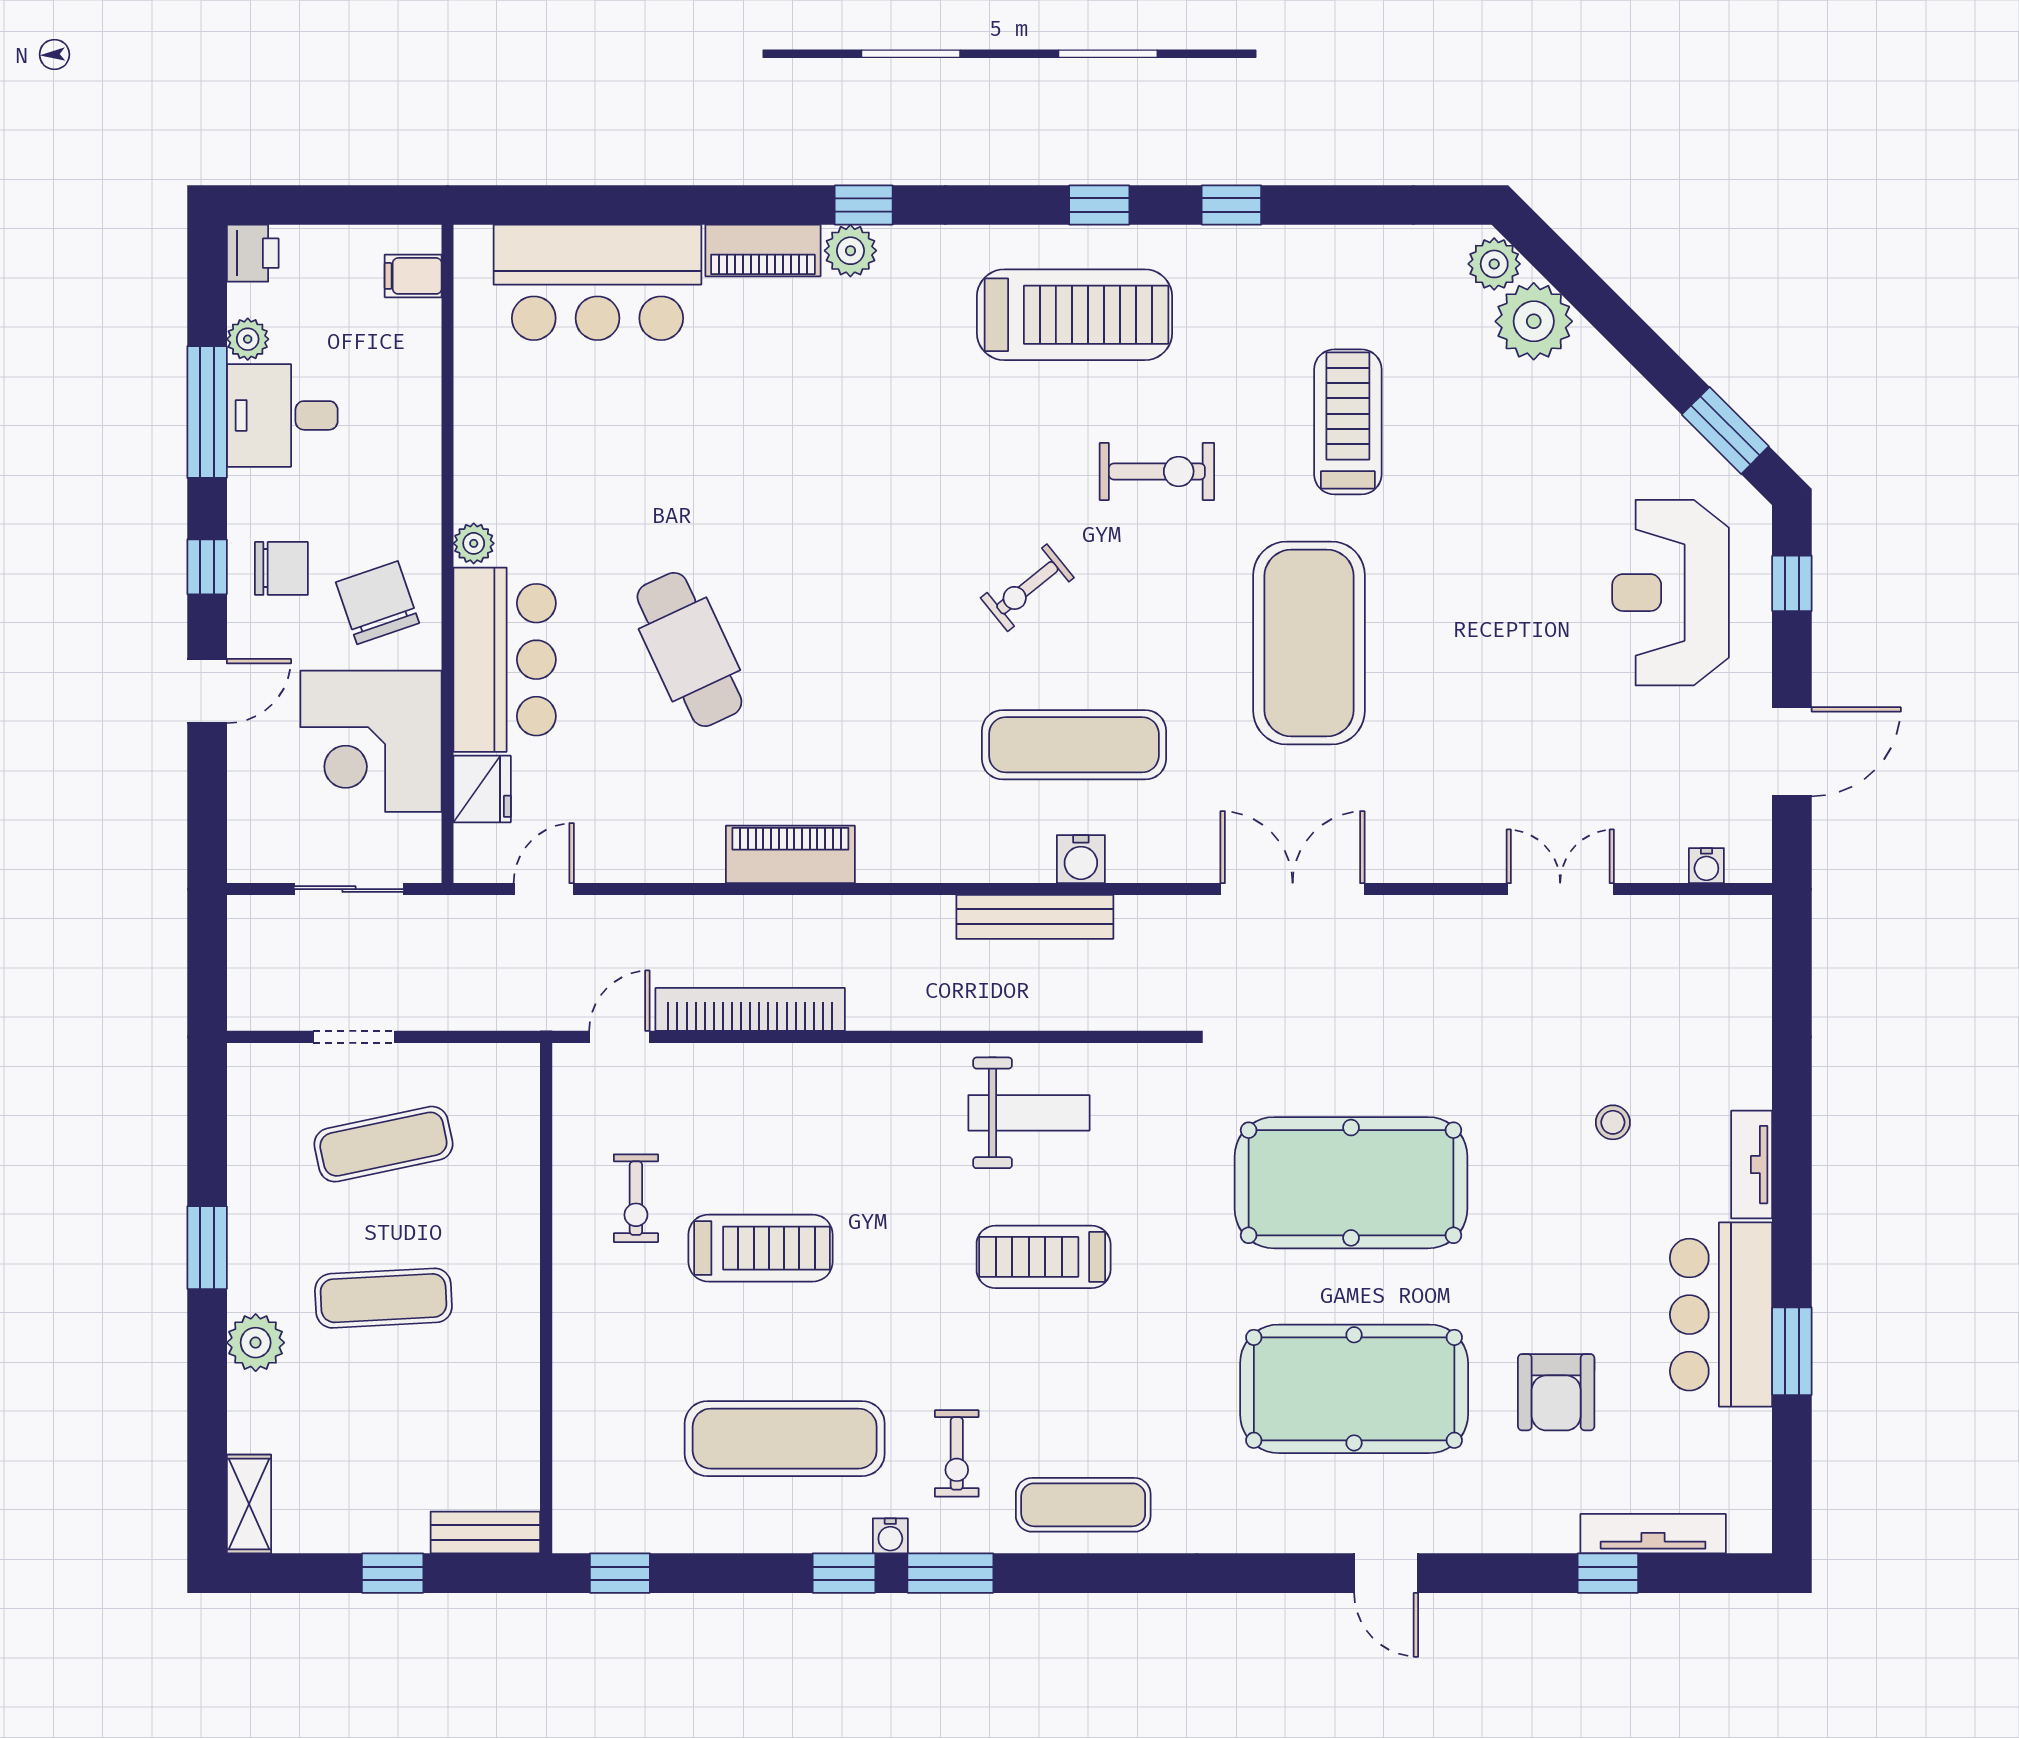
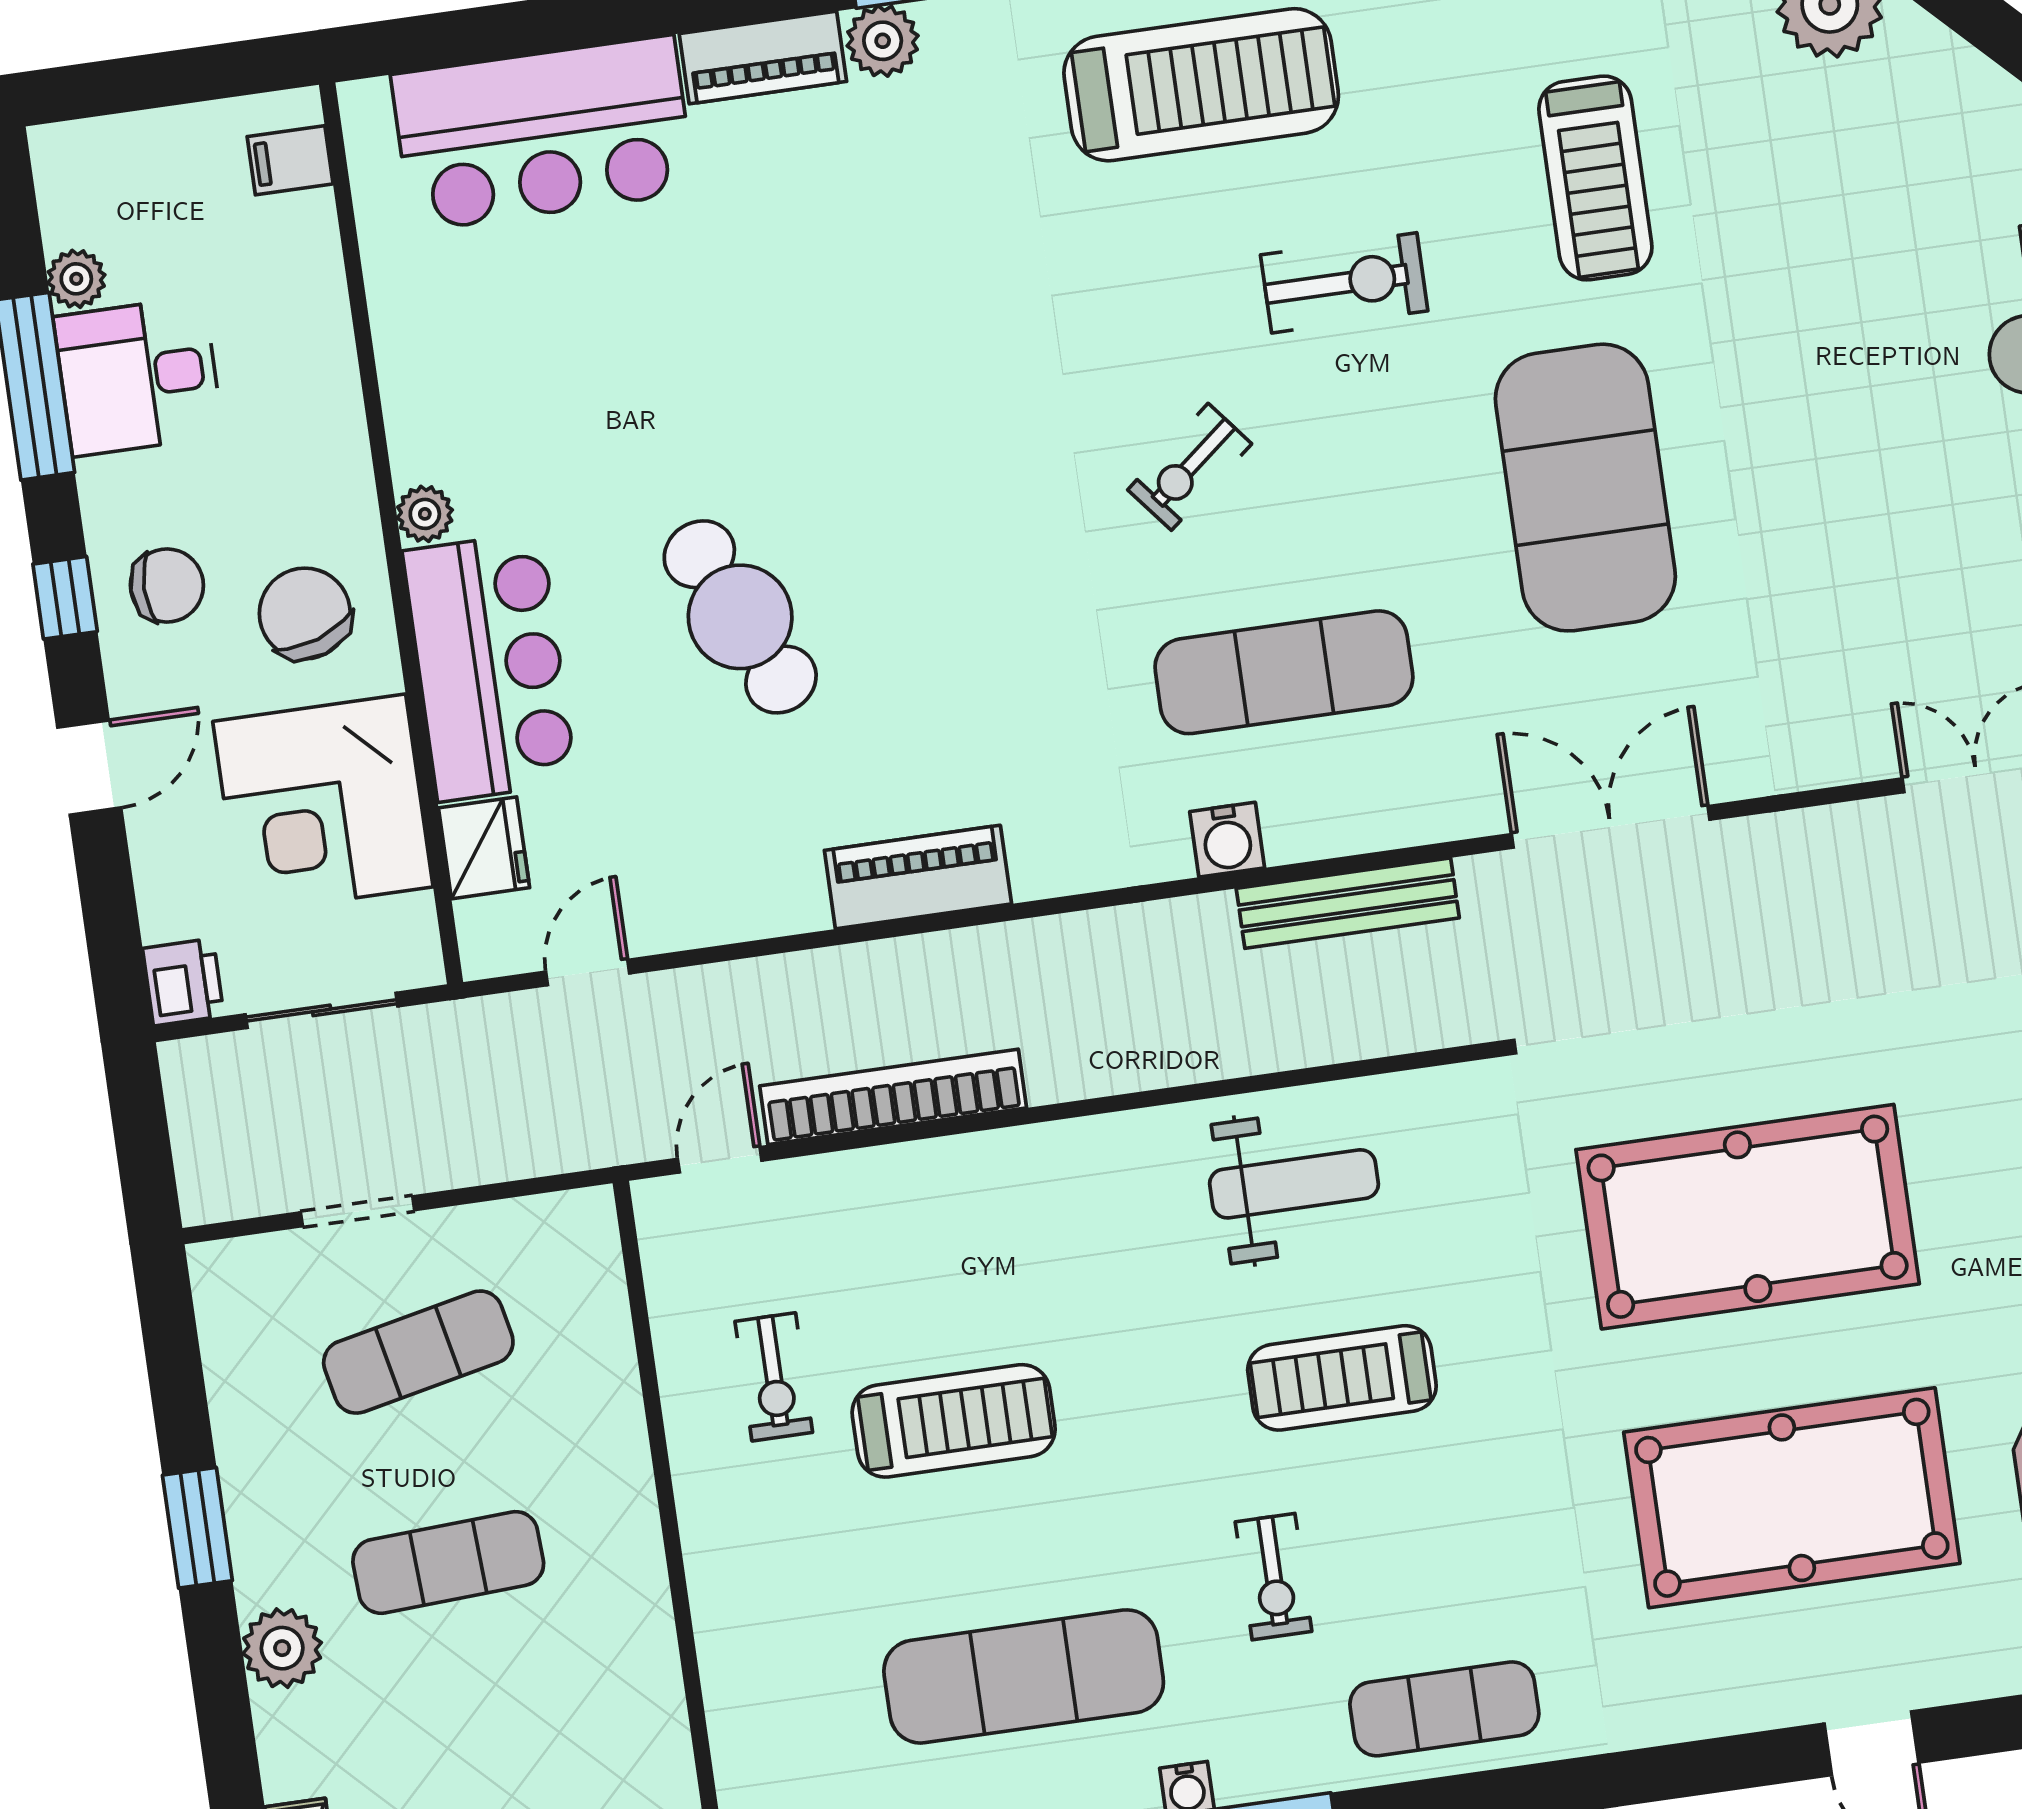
printer: (253, 253) -> (183, 982), moved
treadmill: (1348, 422) -> (1595, 178), turned 180
water cooler: (1081, 859) -> (1227, 840), moved
bench: (1035, 917) -> (1348, 903), moved
exercise bike: (957, 1453) -> (1274, 1577), moved

